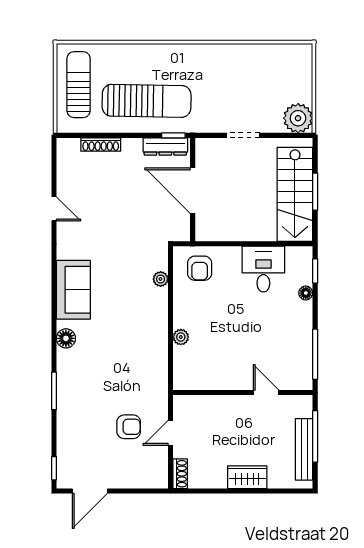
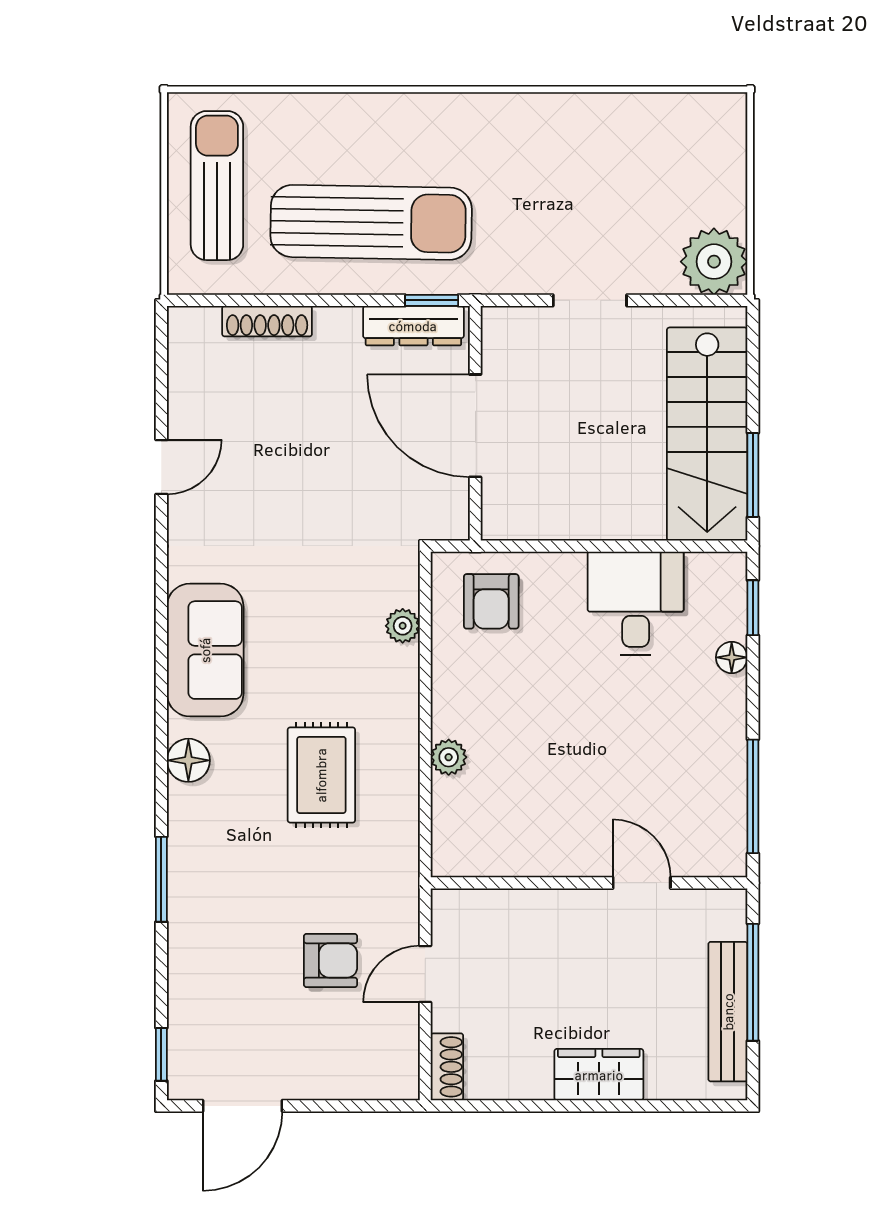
window: (315, 192) -> (753, 475), moved
door: (54, 209) -> (161, 467), hinge flipped
rug: (125, 345) -> (321, 775), added

